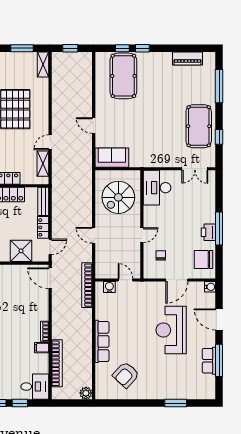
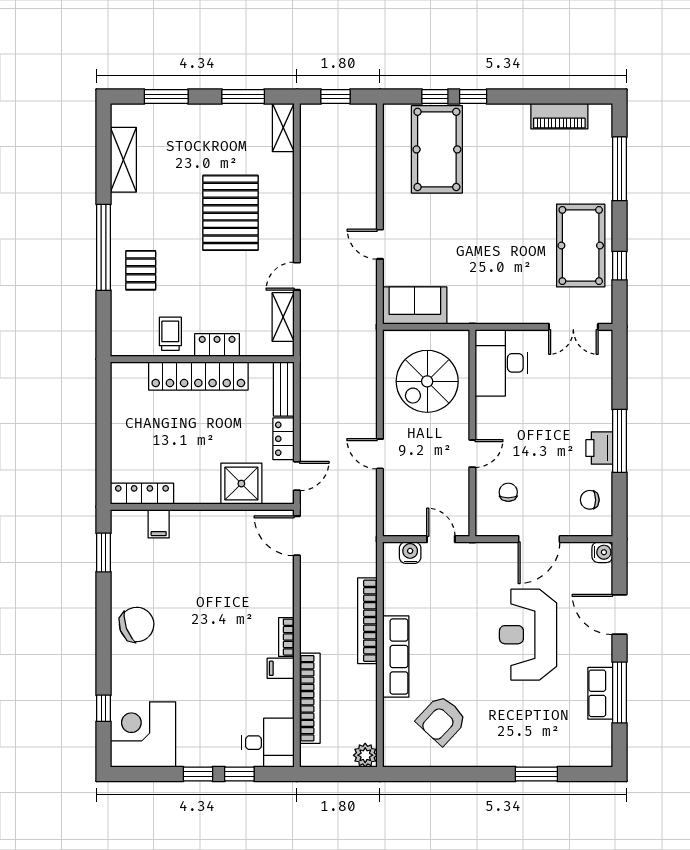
chair: (203, 259) -> (590, 500), width x0.54, depth x0.54
bookcase: (87, 285) -> (367, 621), moved

